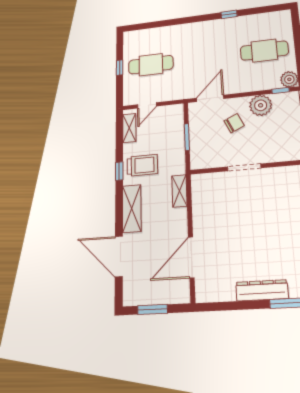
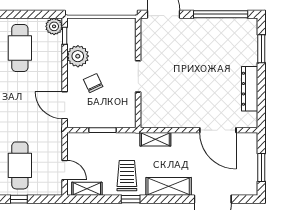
dresser: (262, 290) -> (250, 89), moved

